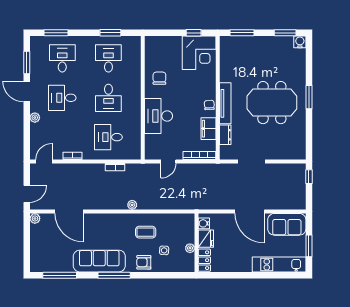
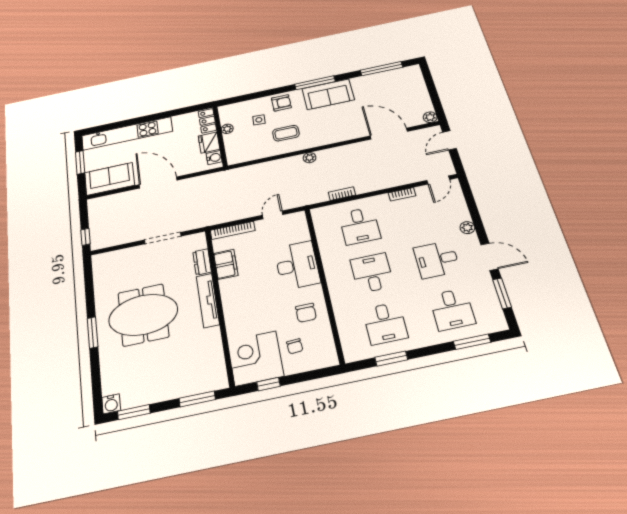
desk: (62, 98) -> (437, 259), turned 180
chair: (209, 105) -> (295, 346), moved
desk: (108, 137) -> (360, 226), turned 90
sofa: (99, 261) -> (328, 94), width x0.73
kitchen unit: (279, 264) -> (127, 133), width x1.36

